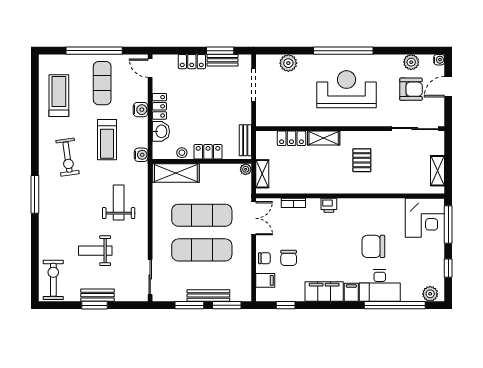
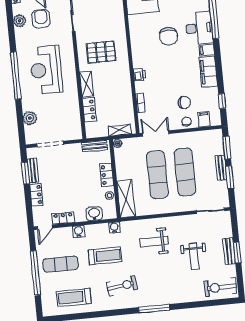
locker: (159, 106) -> (63, 218), moved
pallet: (362, 160) -> (101, 52), width x1.50, depth x1.42
bench: (208, 296) -> (221, 168), width x0.73

